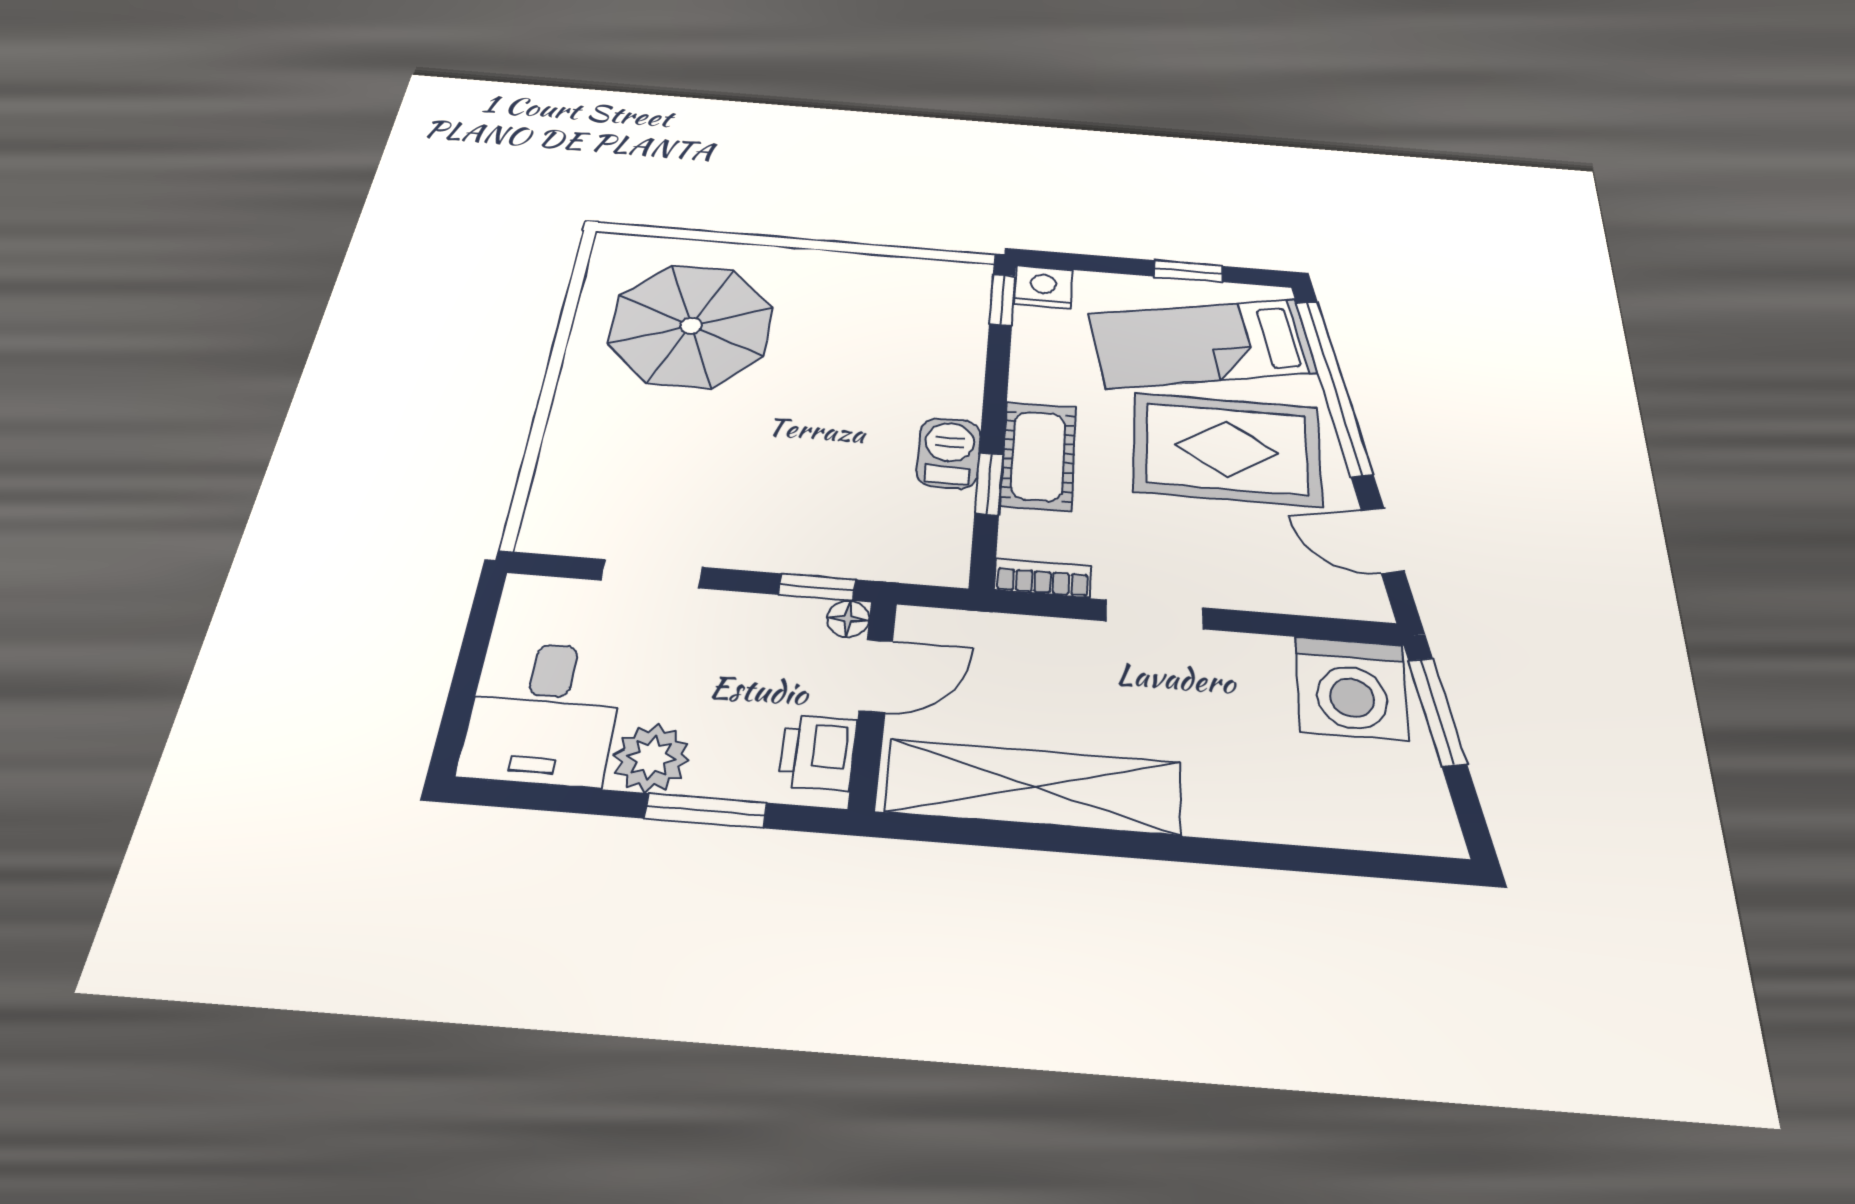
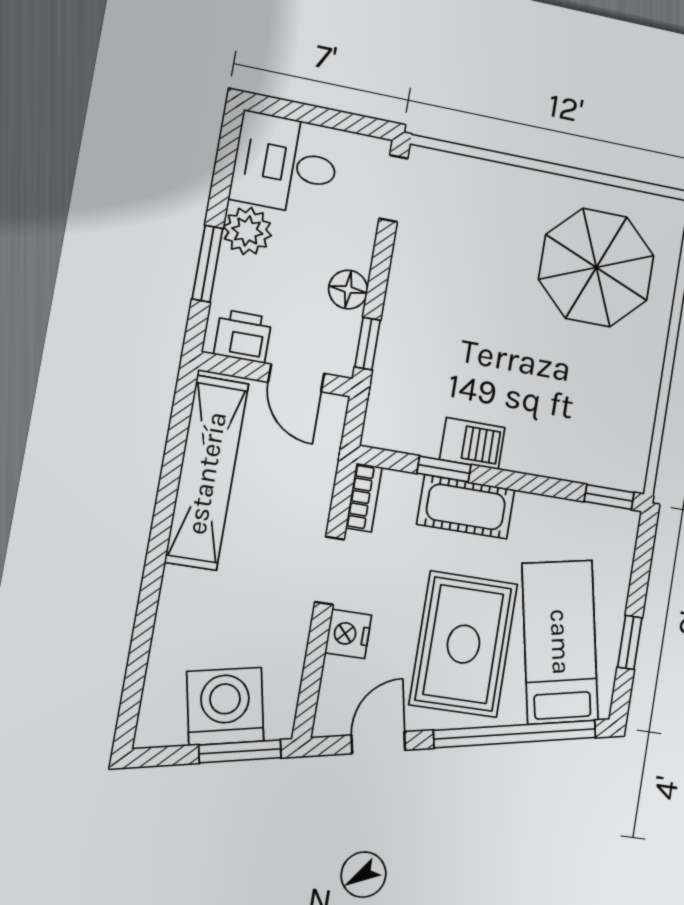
nightstand: (1043, 287) -> (348, 634), moved, turned 180
doorway: (652, 574) -> (393, 188), moved
floor lamp: (848, 619) -> (348, 290), moved, width x1.37, depth x1.37
washing machine: (1351, 688) -> (225, 706), moved, turned 79

